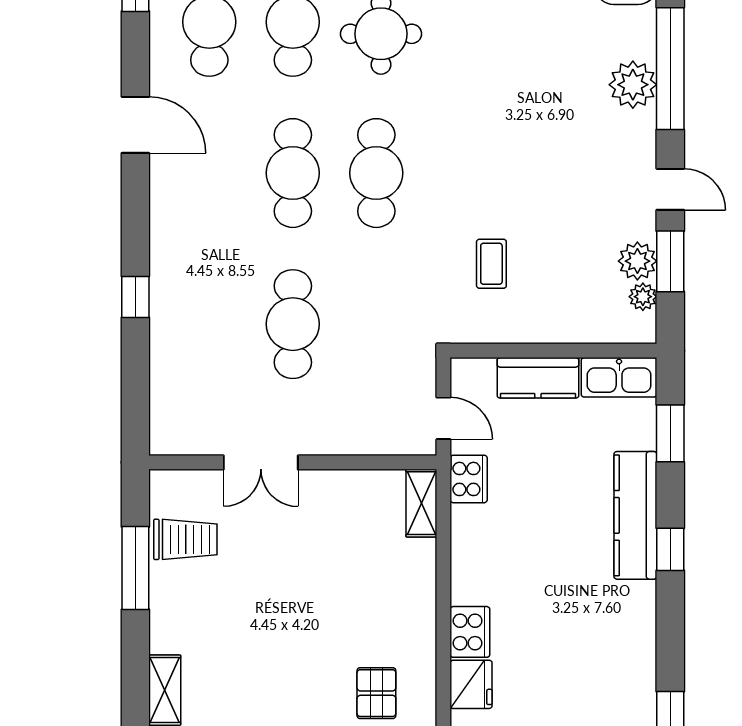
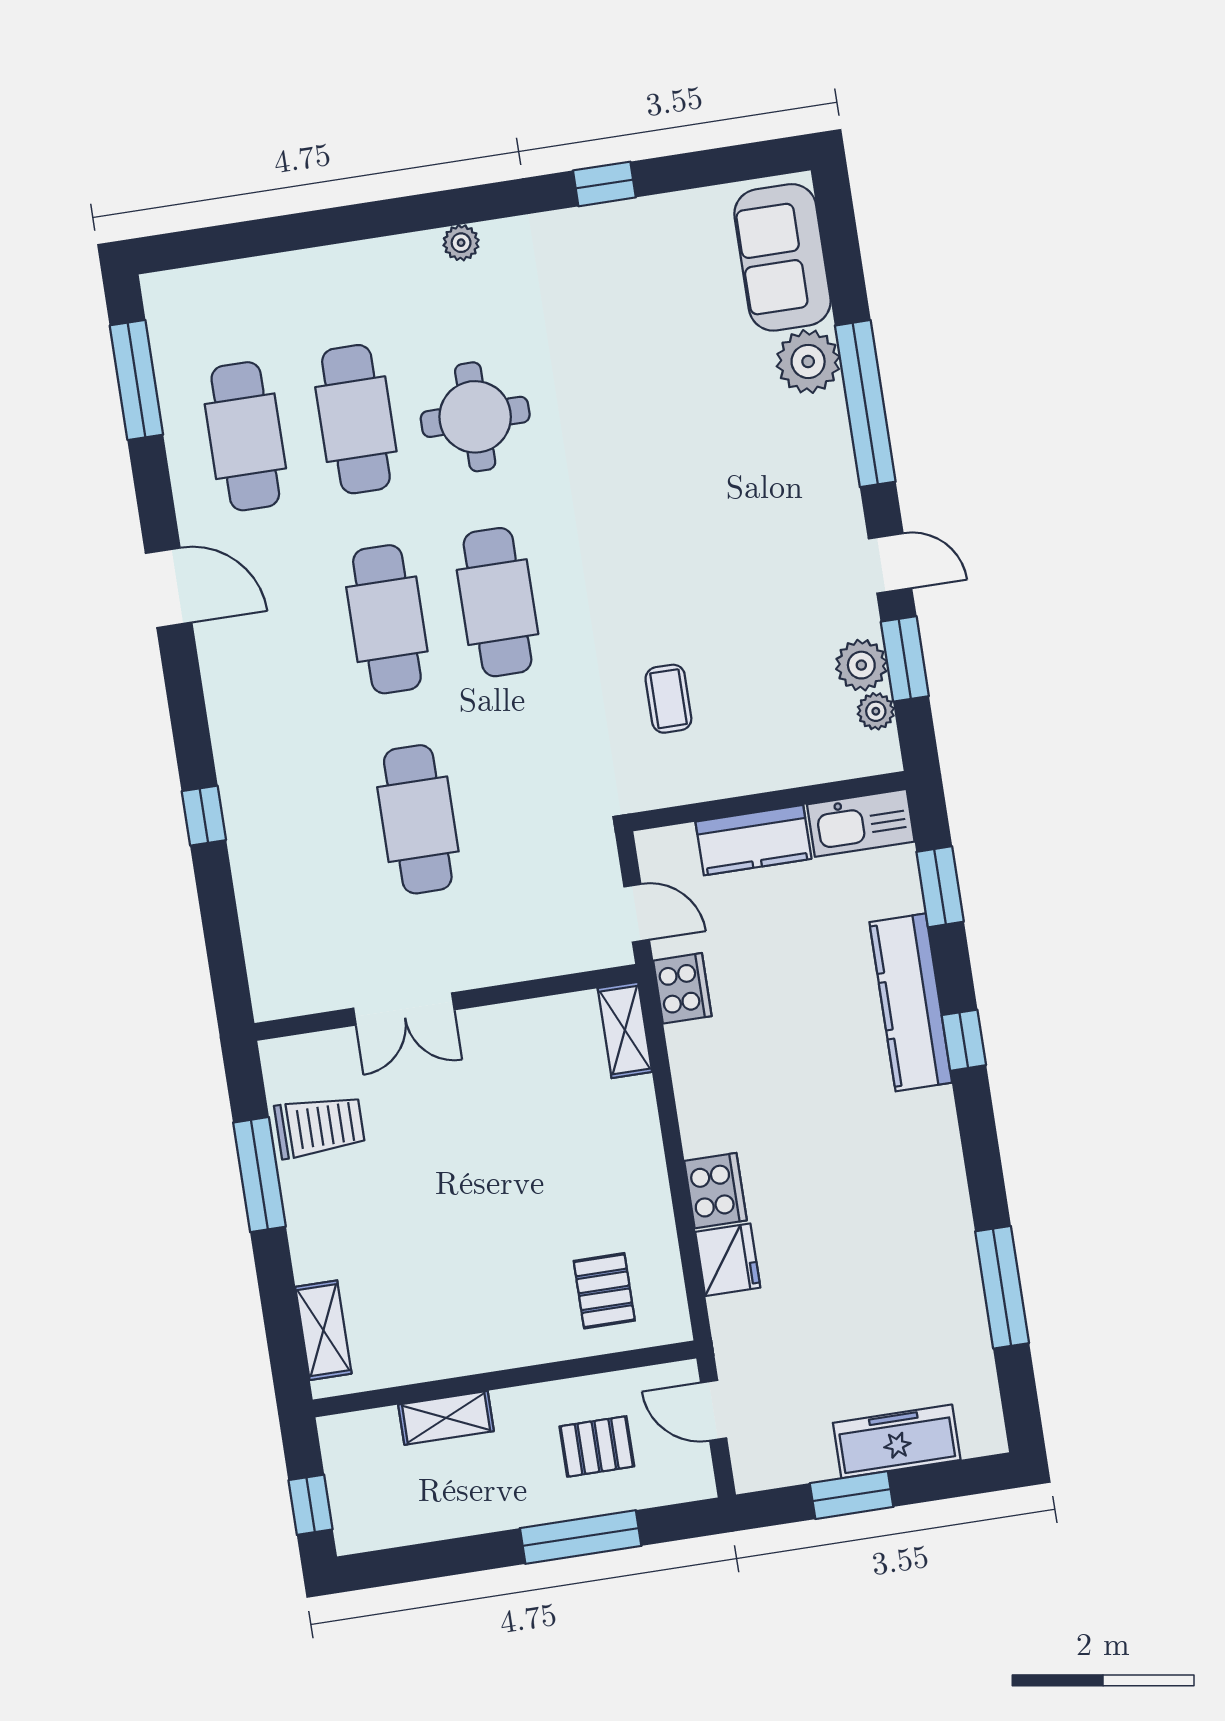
plant: (633, 85) -> (808, 361), moved

